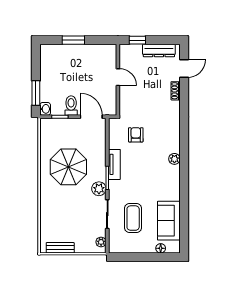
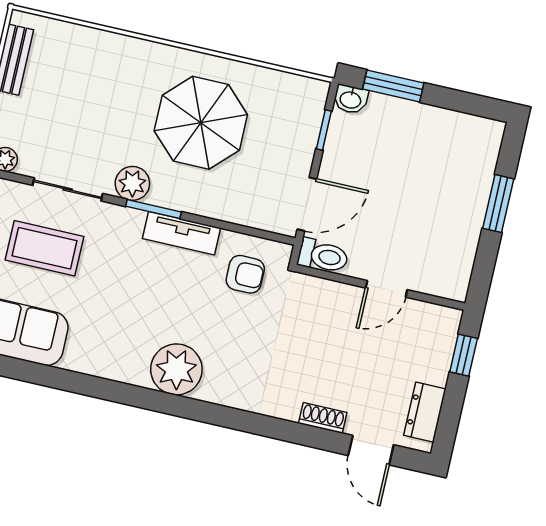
dresser: (159, 50) -> (425, 412), width x0.70
toilet: (71, 106) -> (323, 256), moved
armchair: (136, 135) -> (245, 274), moved
plant: (174, 159) -> (176, 369), width x1.88, depth x1.88

